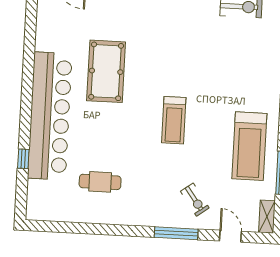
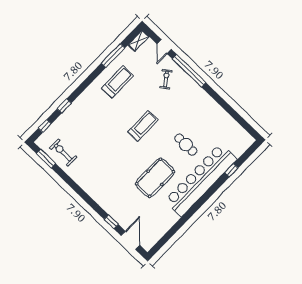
treadmill: (249, 146) -> (117, 82), width x0.73, depth x0.73
cafe table: (100, 182) -> (186, 145), moved
window: (176, 233) -> (189, 71), width x1.46

